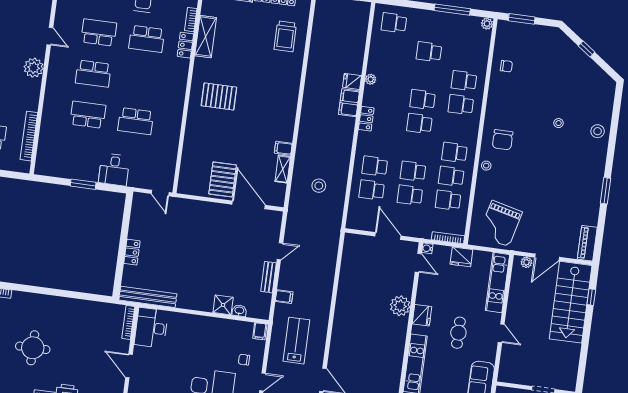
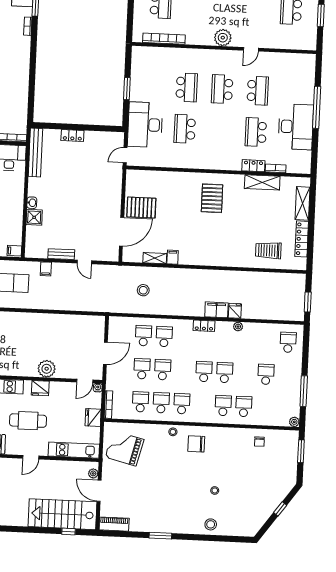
desk: (114, 170) -> (145, 125), width x1.87, depth x1.30
washbasin: (239, 311) -> (32, 203), moved
cafe table: (458, 333) -> (28, 421), width x1.37, depth x1.35

